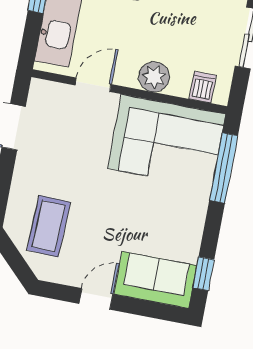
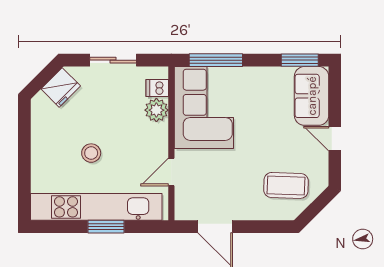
plant: (154, 77) -> (156, 110), moved
door: (93, 85) -> (171, 172), hinge flipped
window: (203, 274) -> (300, 60), width x1.50

